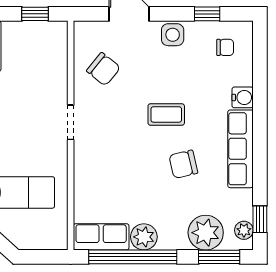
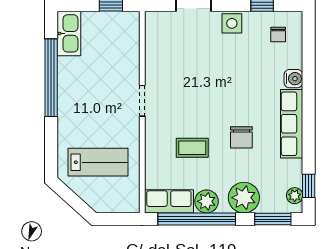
chair: (225, 47) -> (278, 35), turned 90
chair: (103, 69) -> (171, 54), removed
coffee table: (166, 114) -> (192, 148), moved
chair: (183, 164) -> (241, 137), turned -77
plant: (206, 233) -> (244, 198), moved

